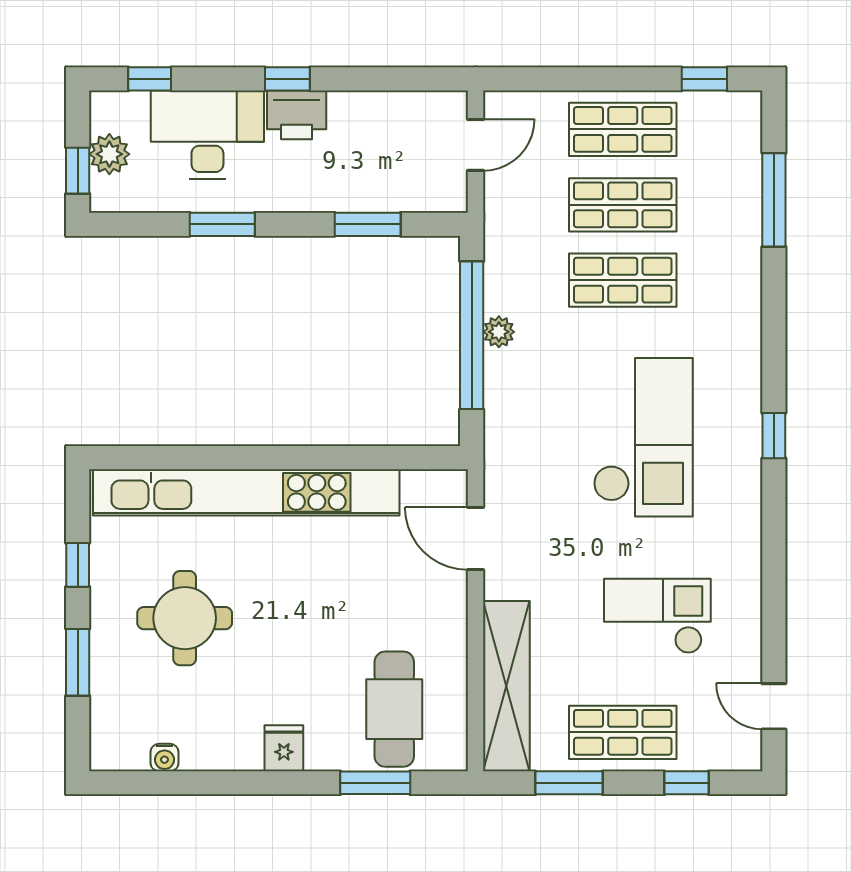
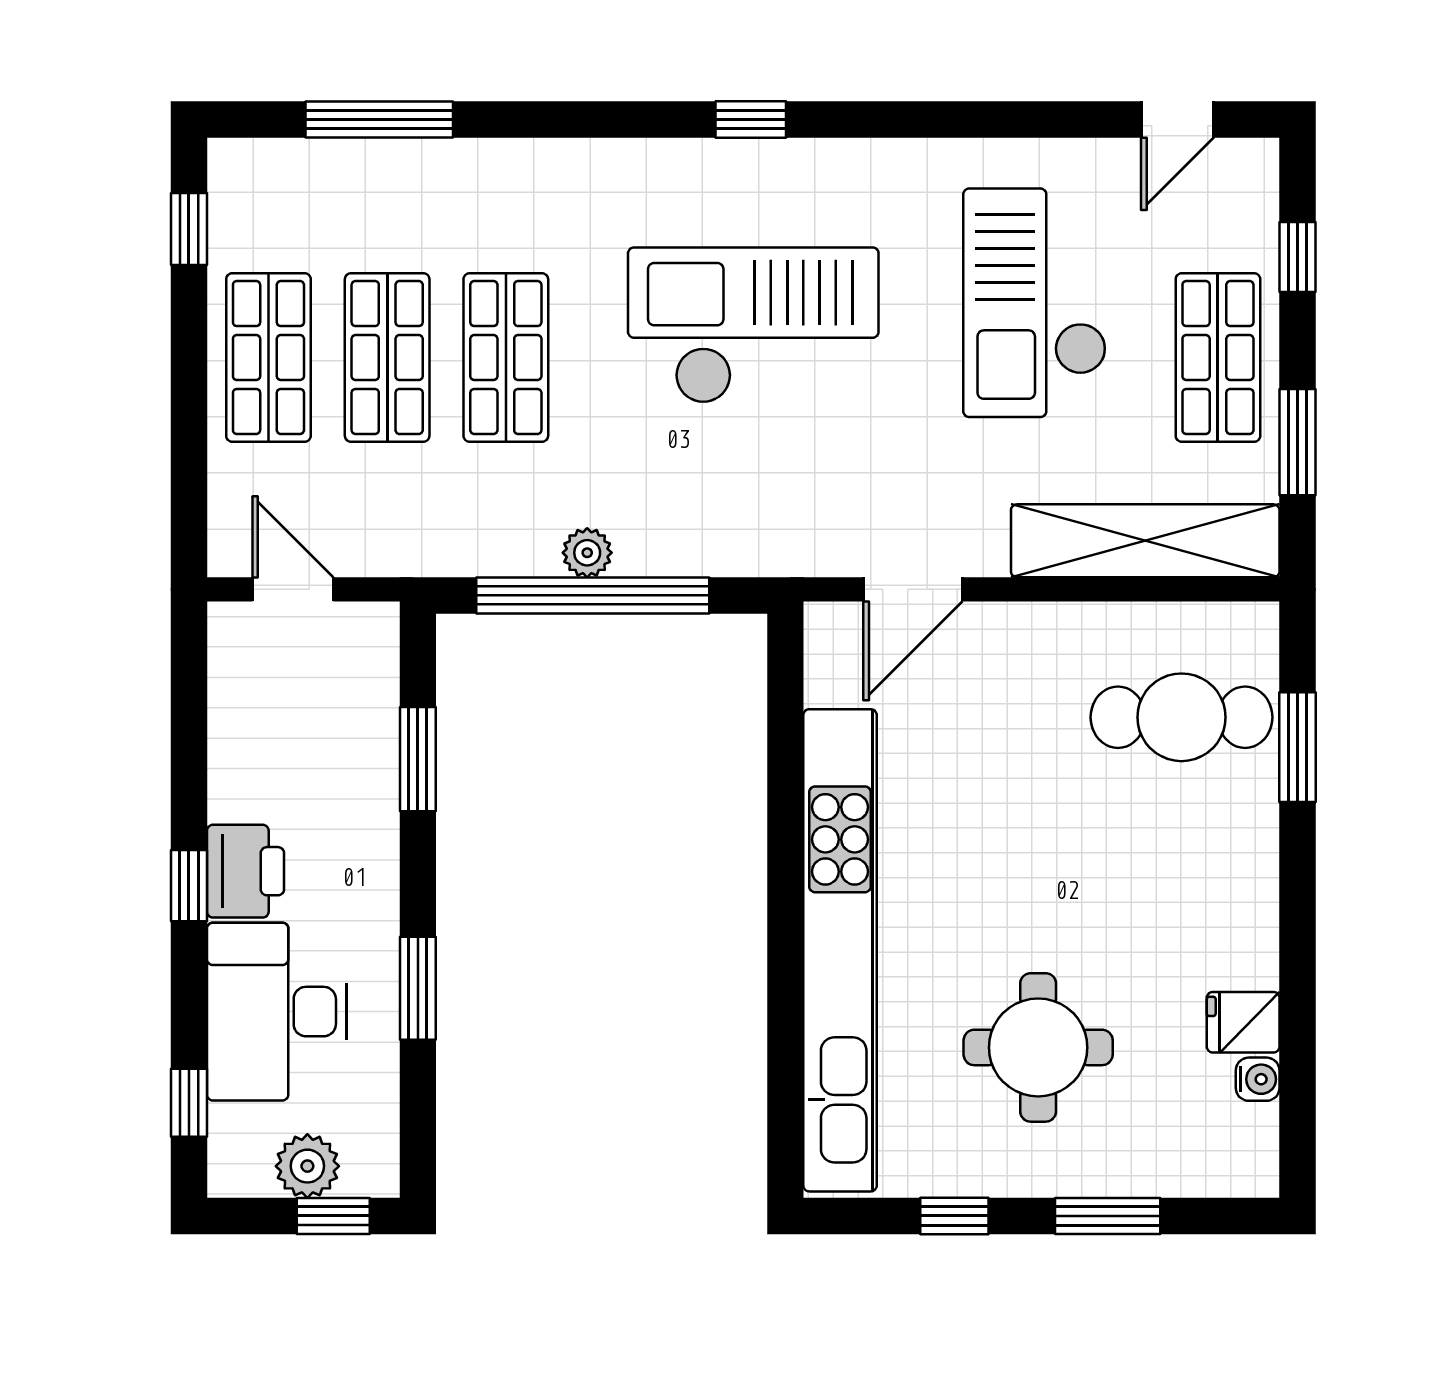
checkout: (657, 616) -> (1035, 303), width x1.36, depth x1.21
fridge: (284, 748) -> (1243, 1022), moved

